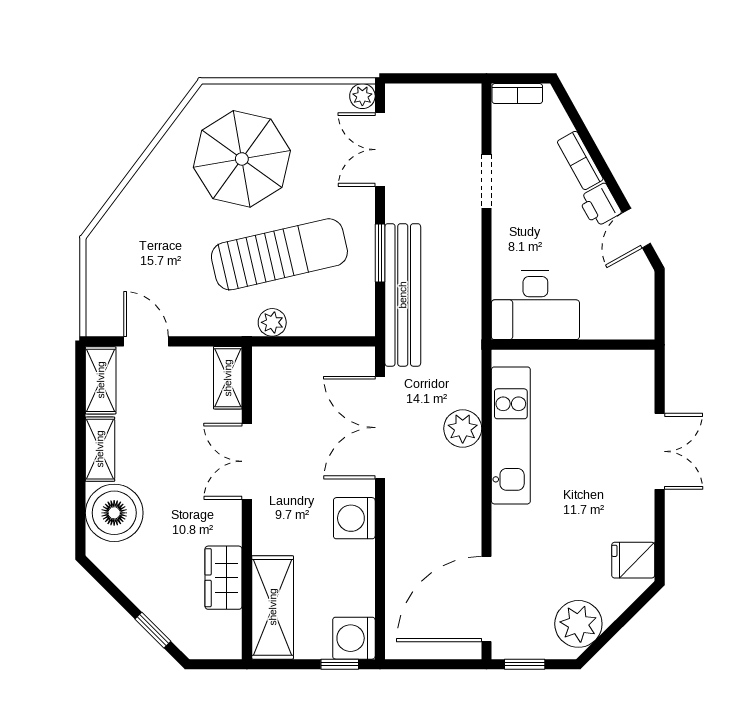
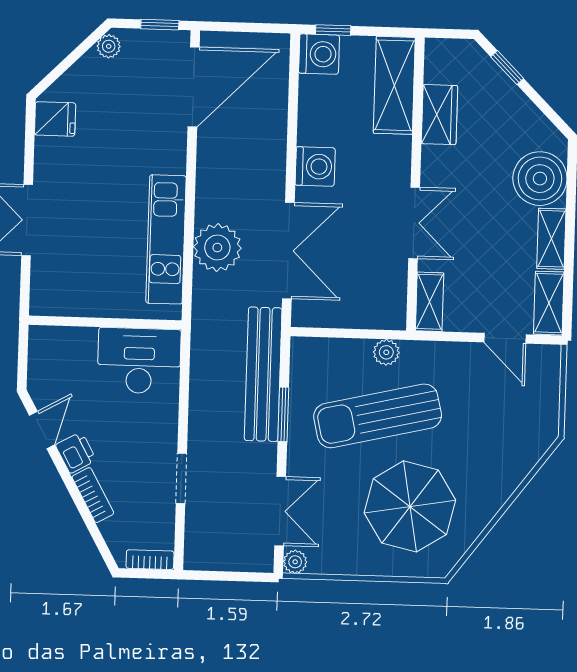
plant: (463, 429) -> (217, 247), width x1.36, depth x1.36
plant: (578, 624) -> (109, 46), width x0.53, depth x0.53

